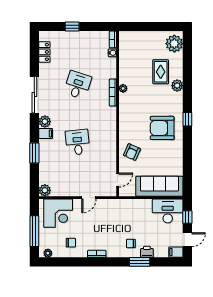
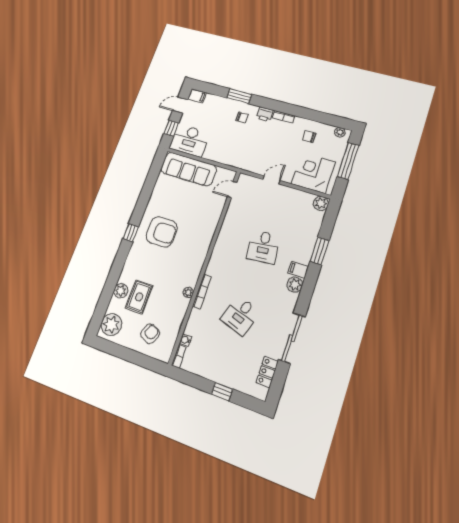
plant: (177, 86) -> (121, 291), moved
sliding door: (34, 95) -> (292, 338), moved
armchair: (132, 152) -> (150, 334), moved
printer: (147, 252) -> (265, 114), moved

